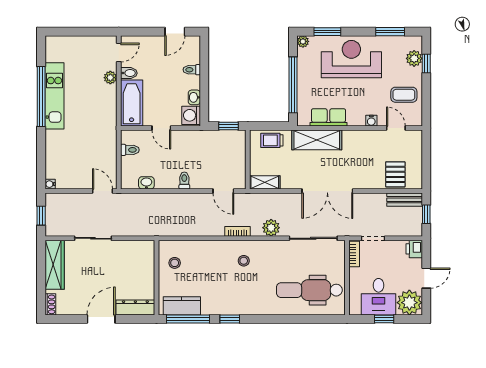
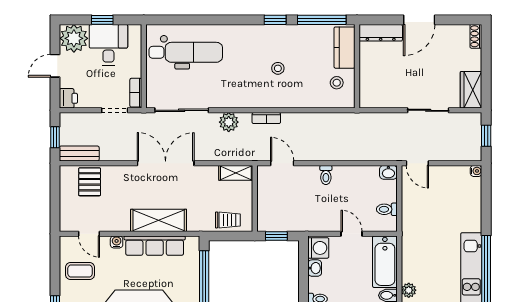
row of seats: (328, 117) -> (155, 246), width x1.48
shelving: (317, 140) -> (159, 220), moved
washbasin: (146, 183) -> (388, 172), moved
stool: (244, 261) -> (278, 68), moved
wardrobe: (55, 265) -> (471, 90), width x0.67
kitchen counter: (182, 306) -> (344, 48), moved, turned 90

